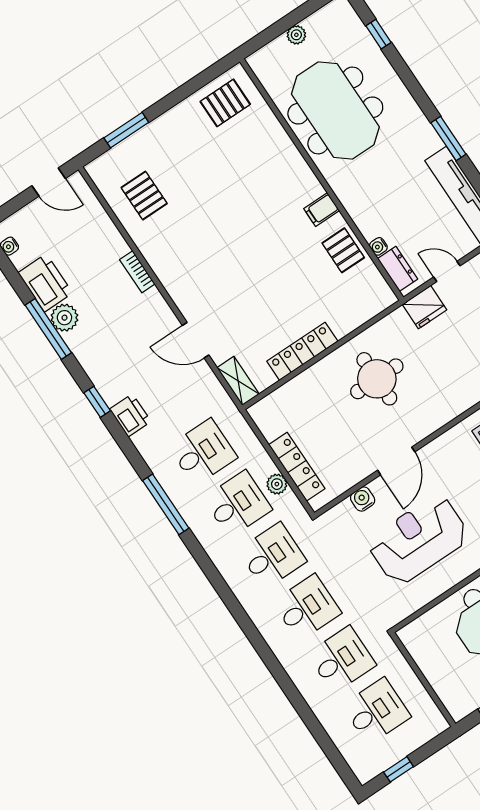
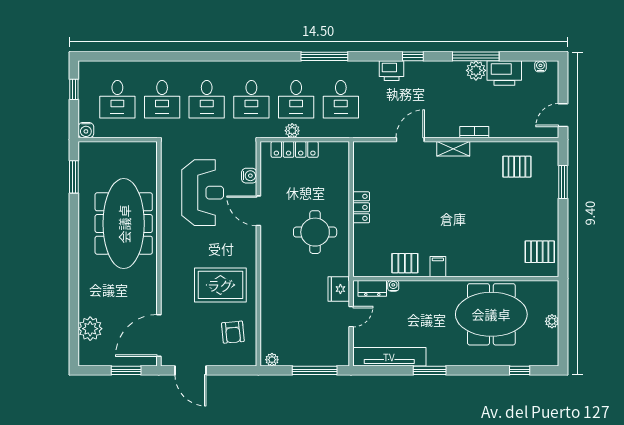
pallet: (225, 103) -> (540, 252), turned 90
locker: (302, 351) -> (361, 207), width x0.66
shelving: (238, 381) -> (453, 149), moved
water cooler: (437, 724) -> (86, 130), added

